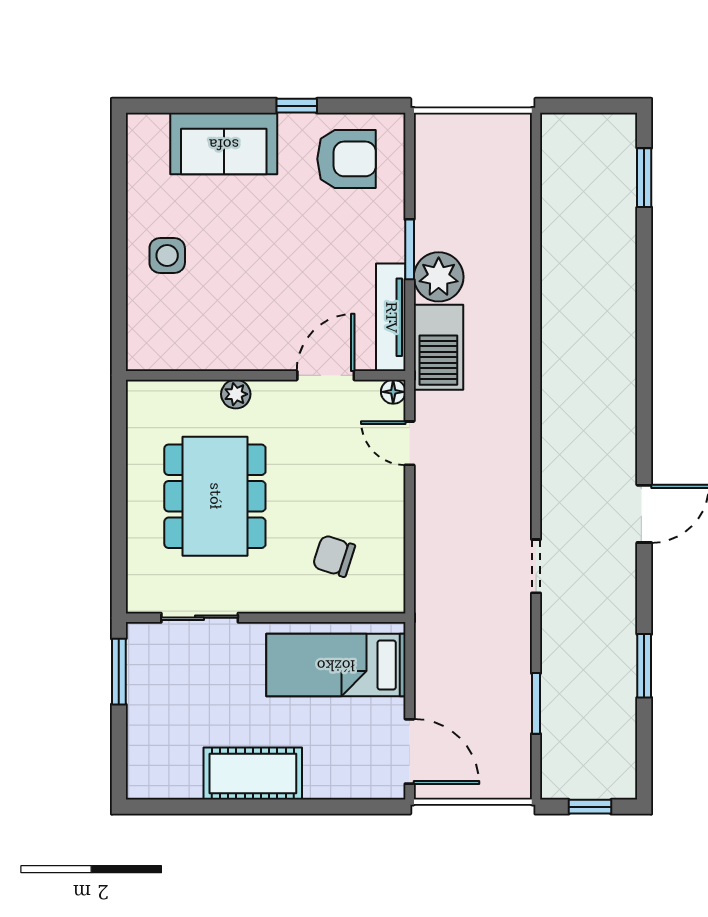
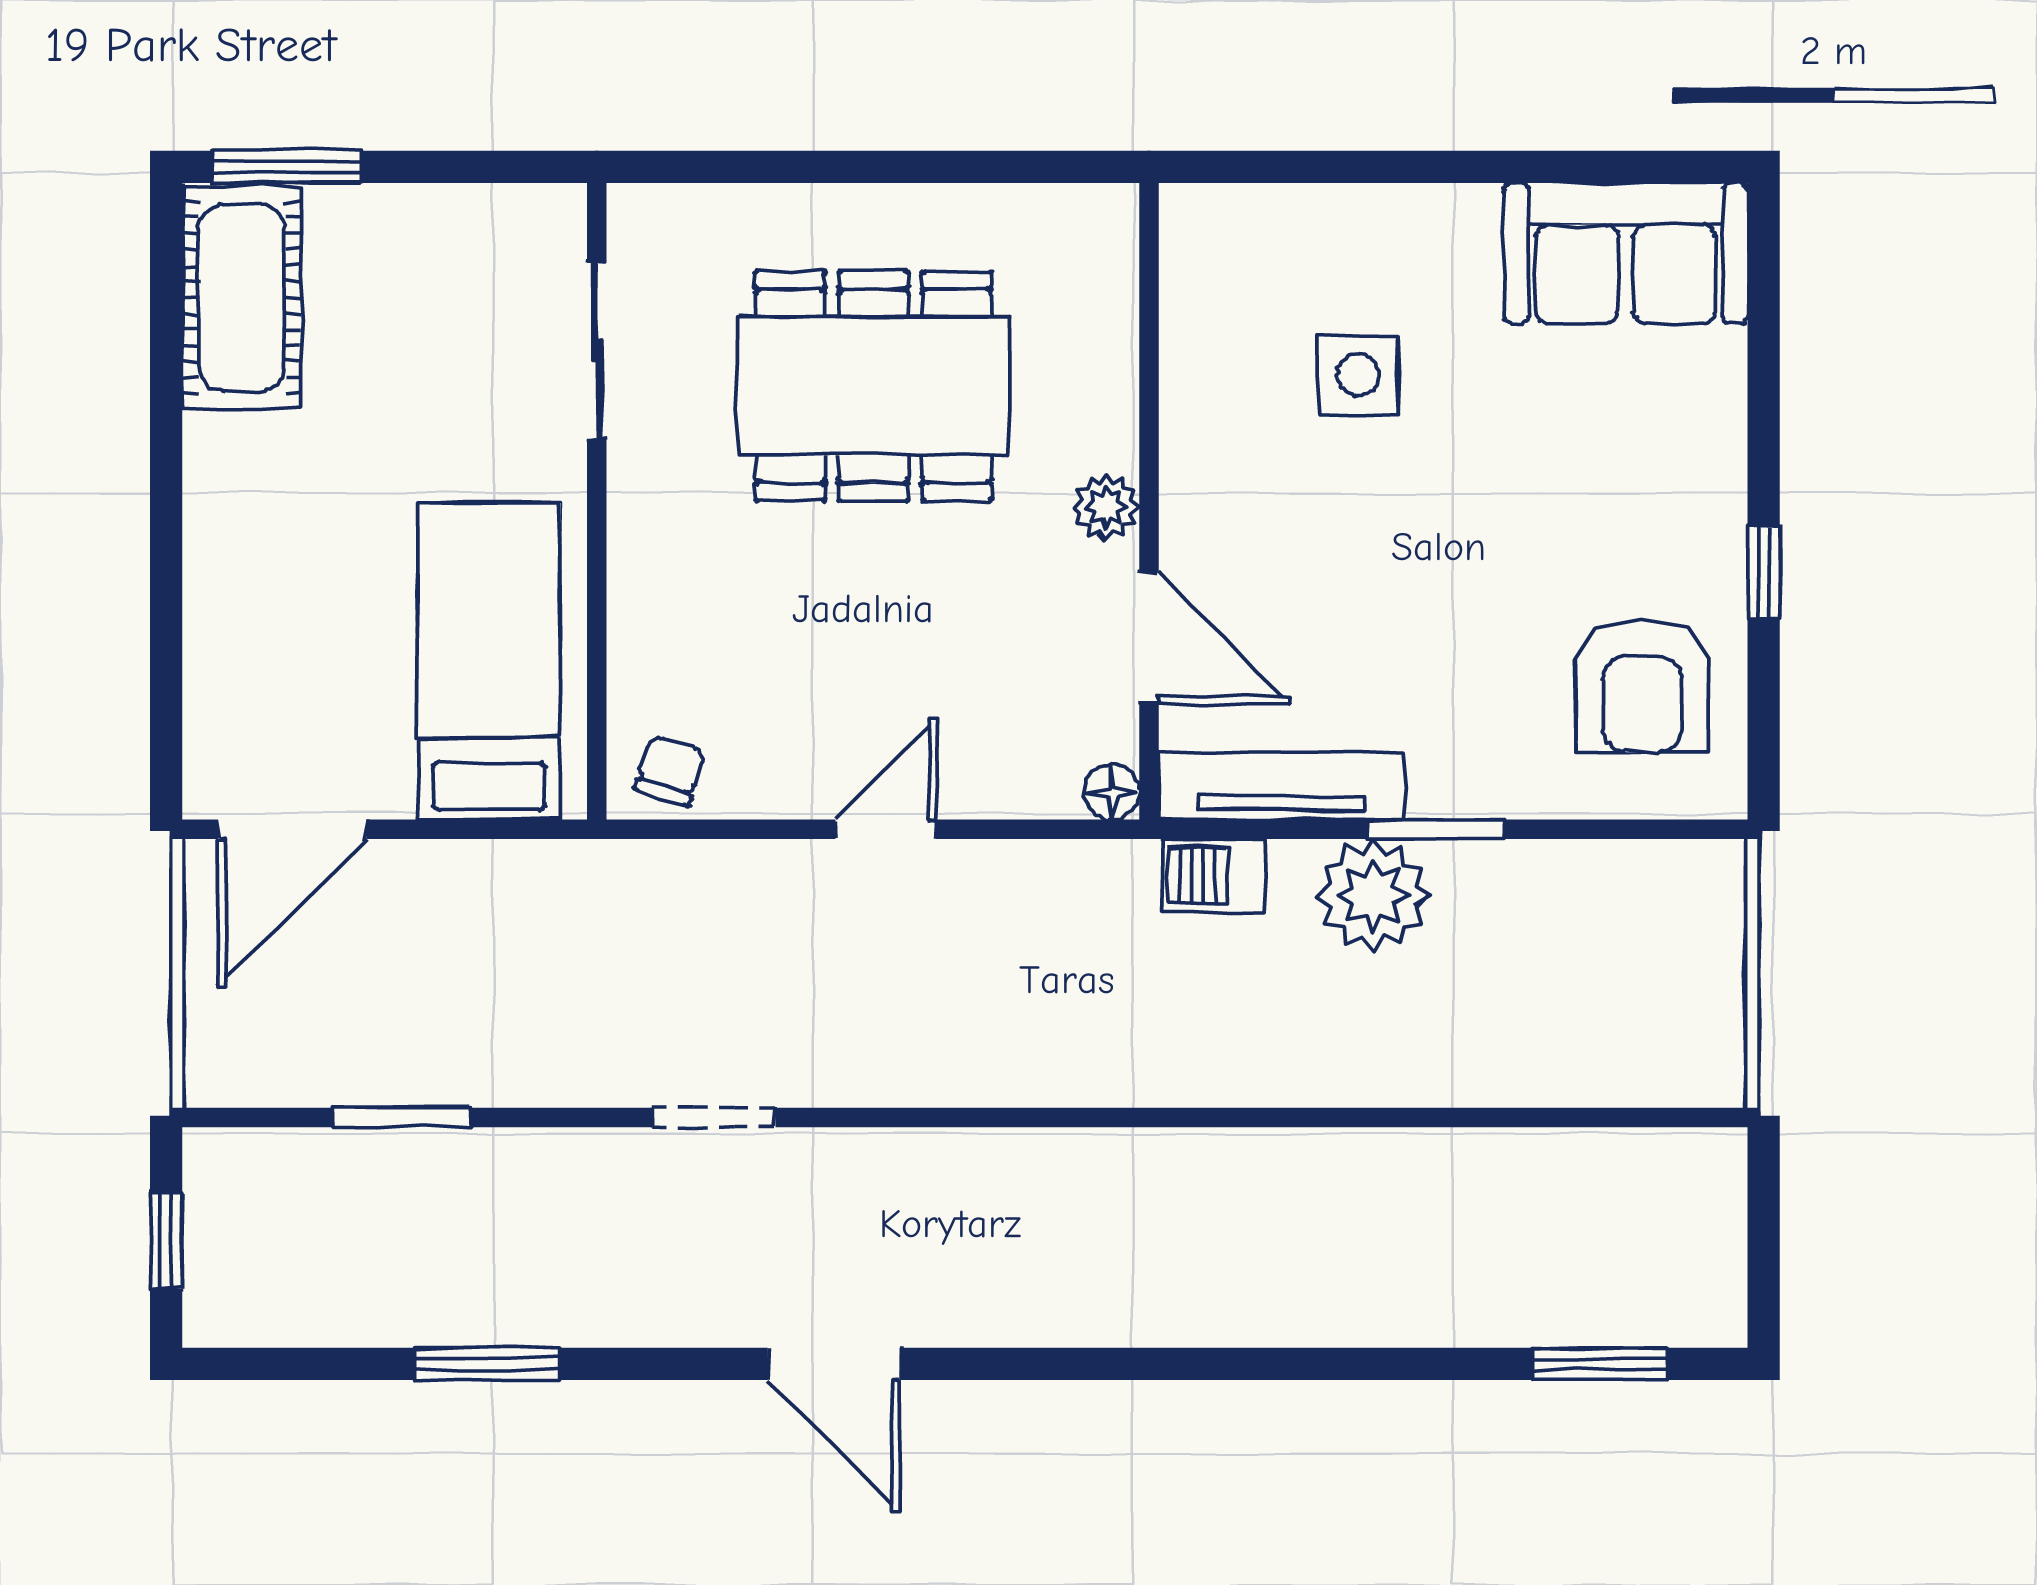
sofa: (224, 144) -> (1626, 253), moved, turned -90
side table: (167, 256) -> (1358, 375), moved
barbecue: (438, 347) -> (1213, 876), width x0.53, depth x0.65
plant: (236, 394) -> (1106, 507), moved
door: (410, 443) -> (886, 829), moved
chair: (334, 556) -> (670, 770), moved, width x0.73, depth x0.73
window: (119, 672) -> (286, 167), moved
cot: (253, 774) -> (242, 297), moved

